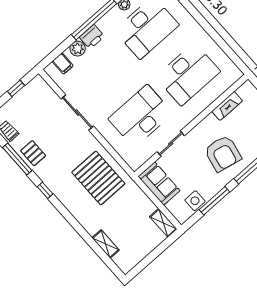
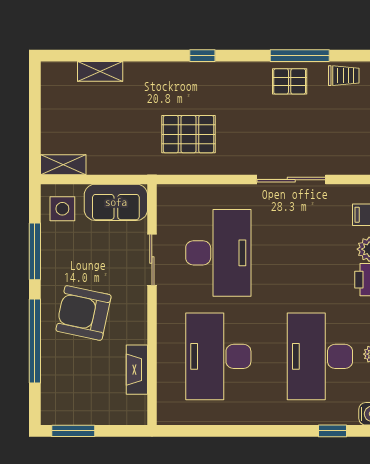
pallet: (98, 178) -> (189, 134), width x0.73, depth x0.71
window: (45, 190) -> (202, 56), moved
side table: (195, 201) -> (62, 209), moved

